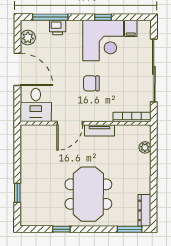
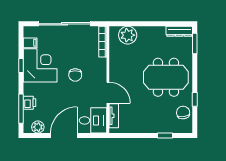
tv unit: (100, 130) -> (114, 116), moved
plant: (145, 147) -> (128, 35), width x1.88, depth x1.88
chair: (45, 215) -> (183, 113), added

